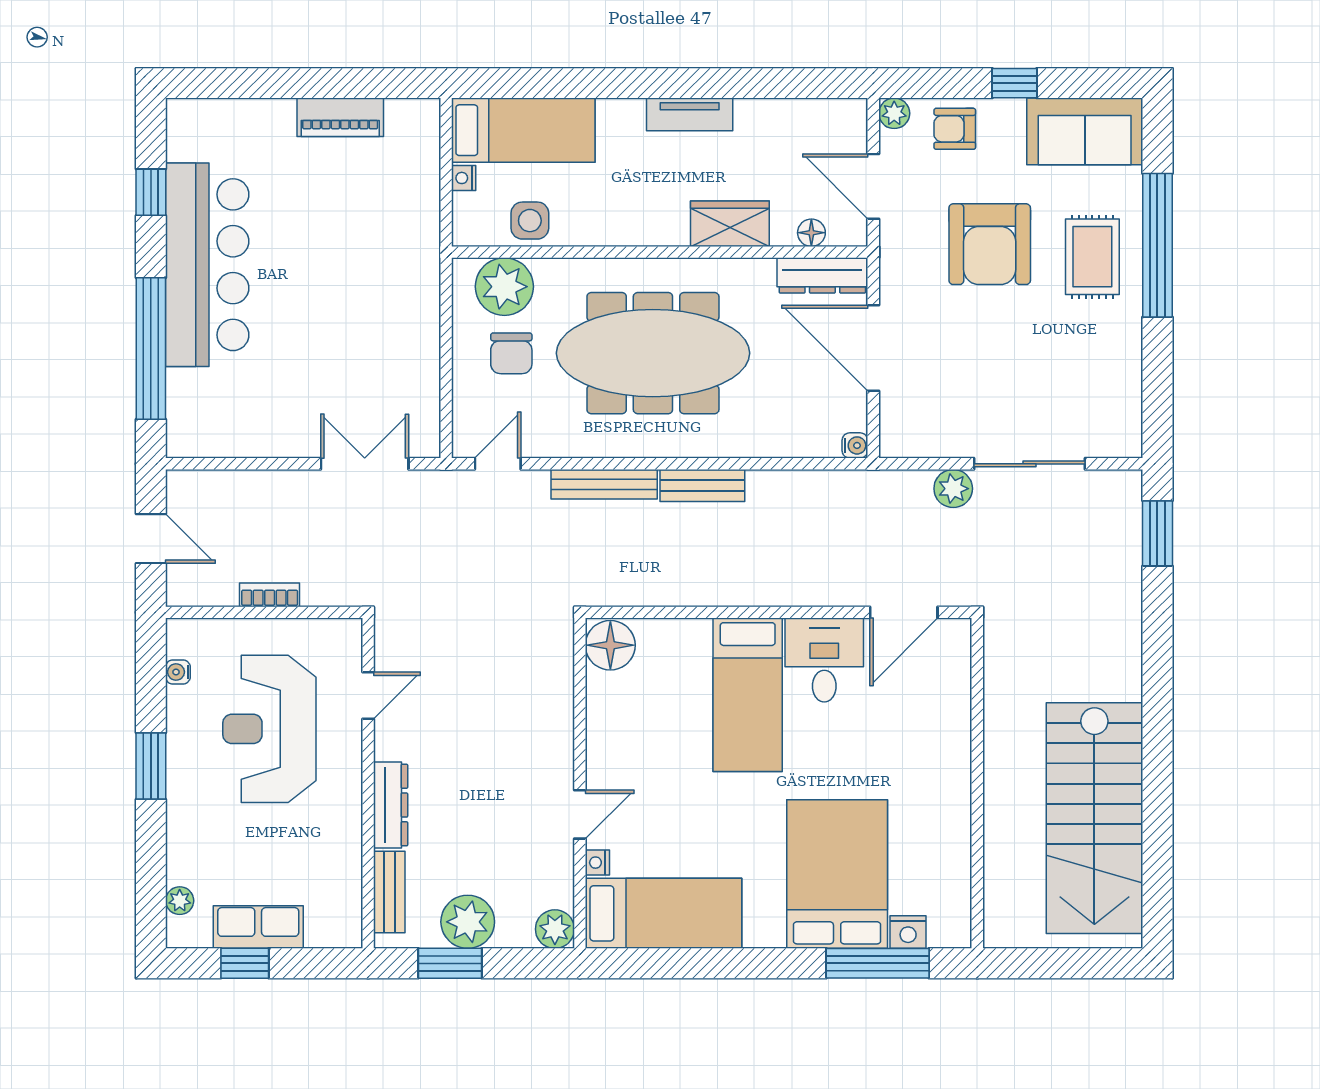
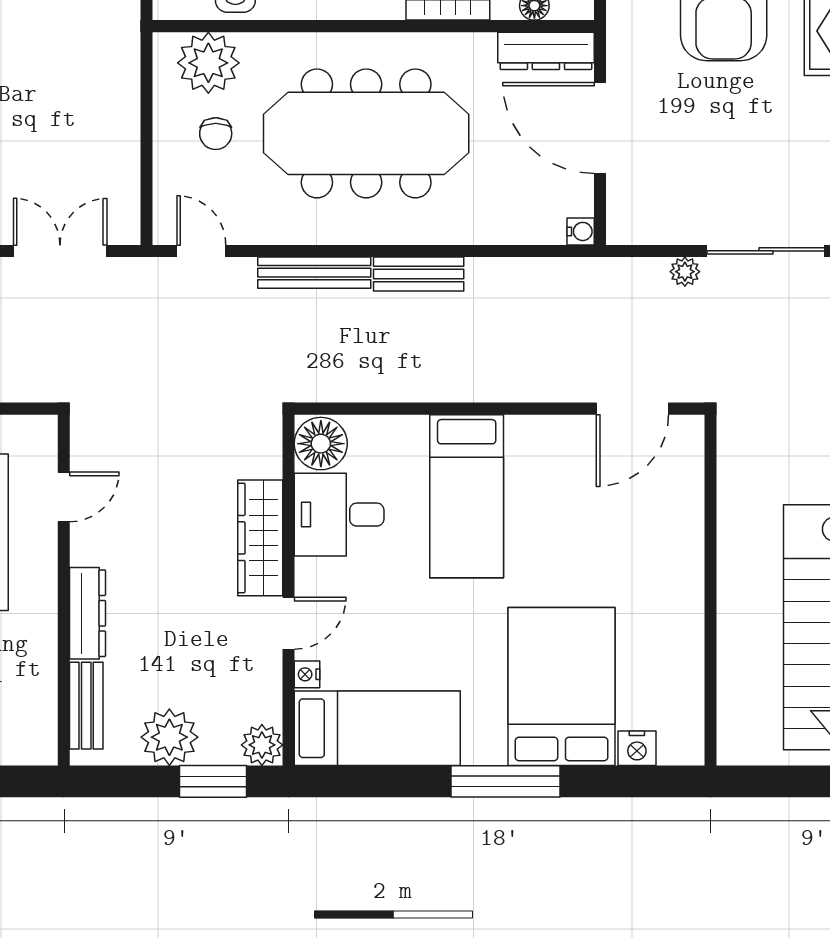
chair: (511, 353) -> (216, 134), width x0.73, depth x0.73
door: (498, 464) -> (201, 251), hinge flipped
plant: (953, 489) -> (685, 272), width x0.73, depth x0.73
desk: (824, 660) -> (339, 515), moved, turned -90
wardrobe: (553, 734) -> (260, 538), added
window: (450, 963) -> (213, 781), moved
window: (878, 963) -> (506, 781), moved

